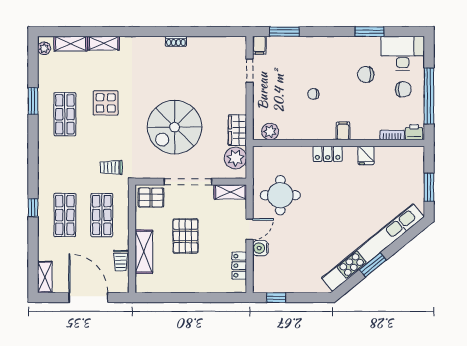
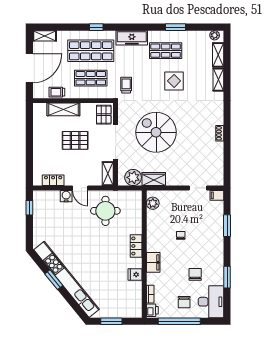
window: (284, 32) -> (227, 226), moved
filing cabinet: (343, 131) -> (153, 262), width x2.00
freezer: (47, 160) -> (132, 38), added
shop shelf: (65, 215) -> (91, 51), width x1.43, depth x1.36

